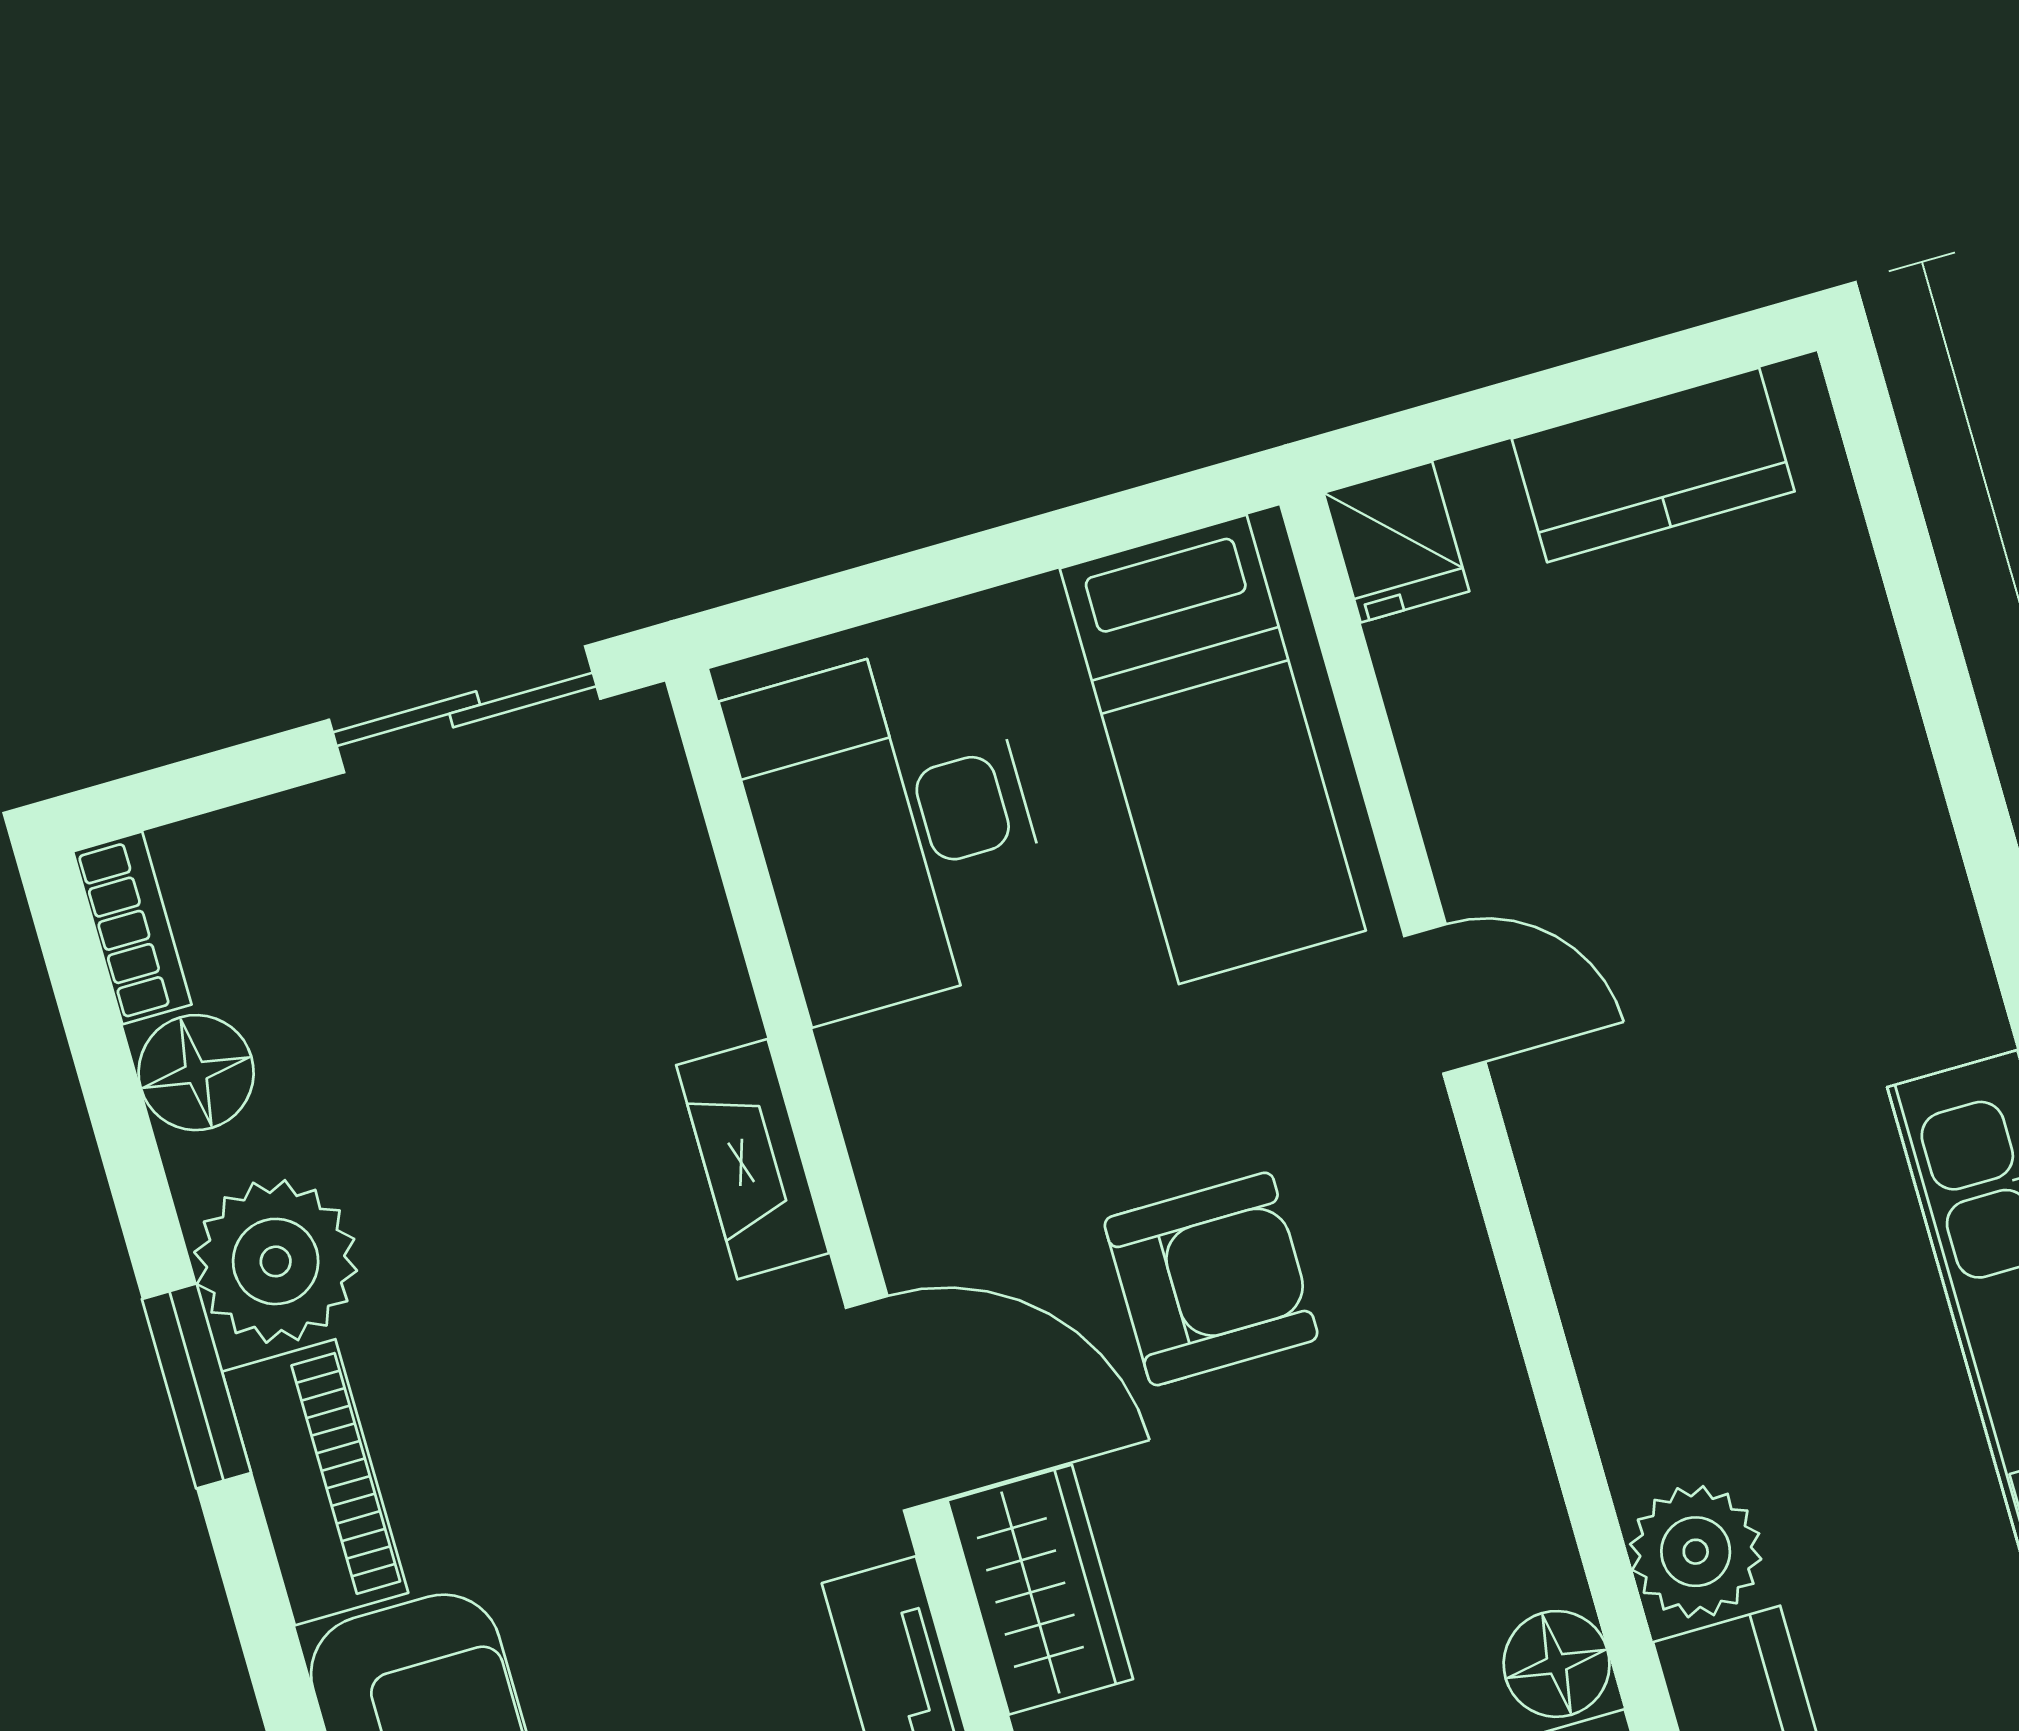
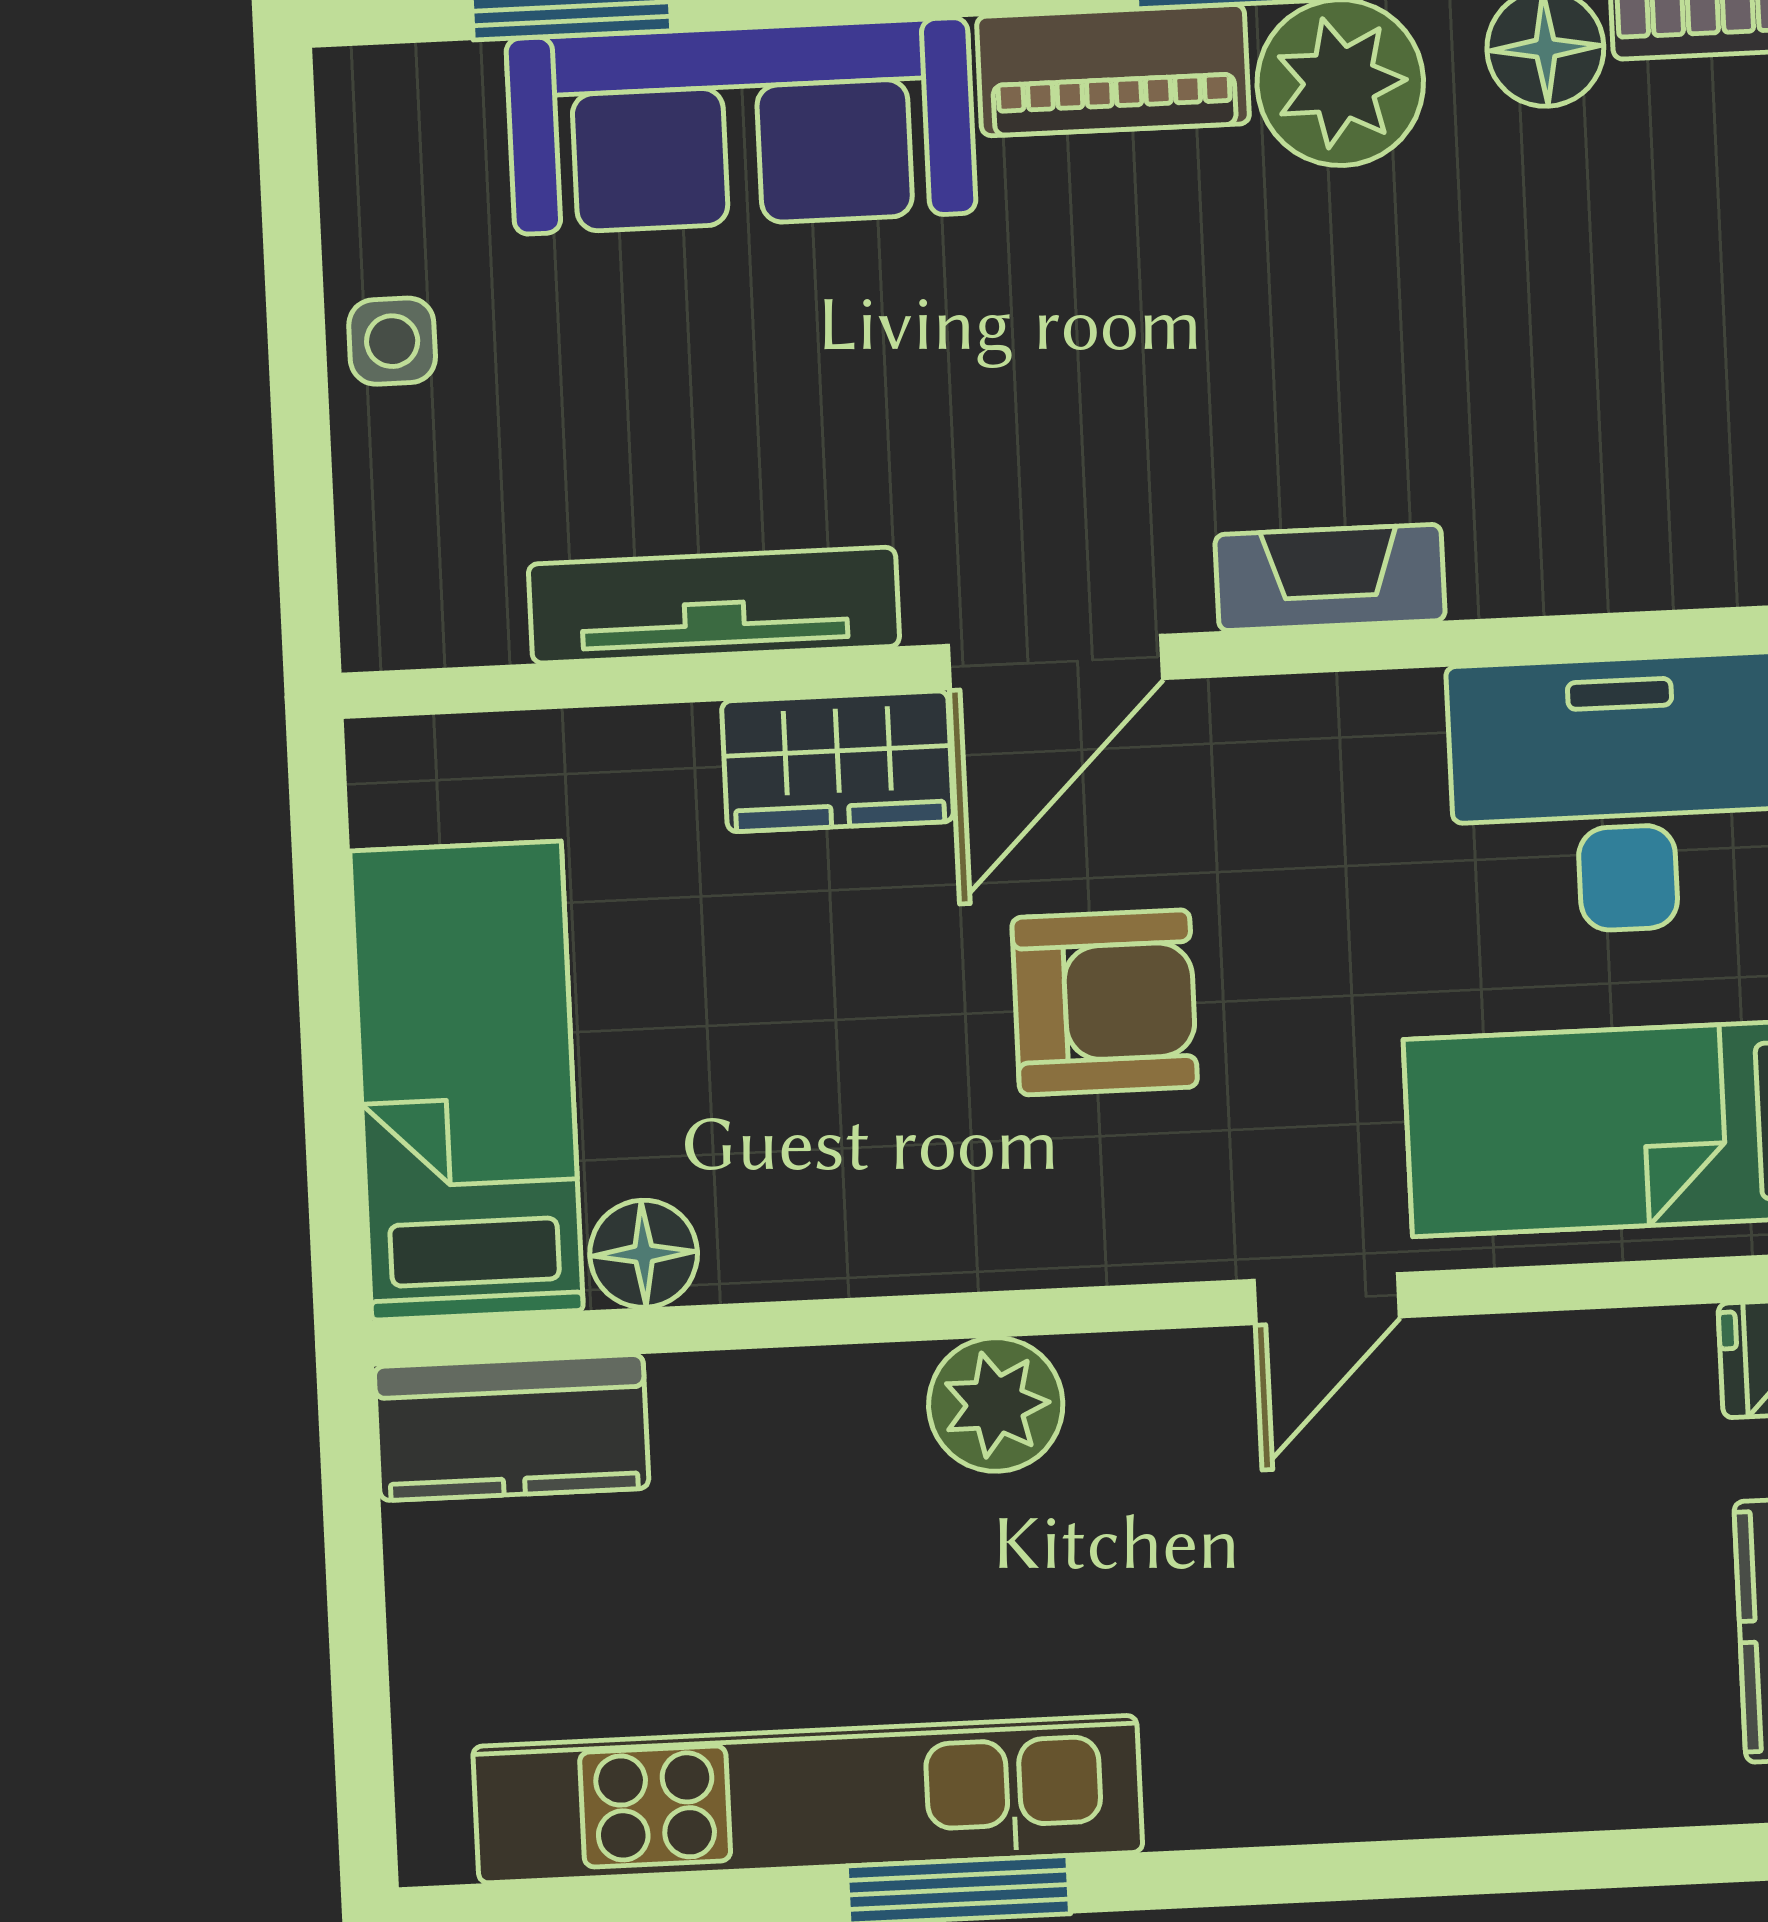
armchair: (1211, 1279) -> (1105, 1002), turned -90
plant: (1696, 1552) -> (996, 1404), moved

